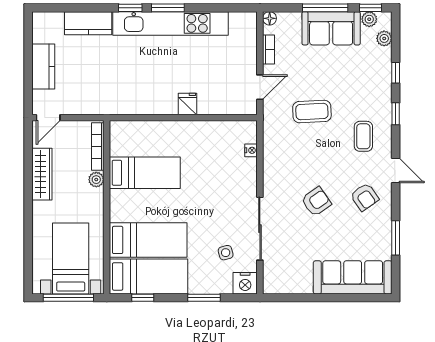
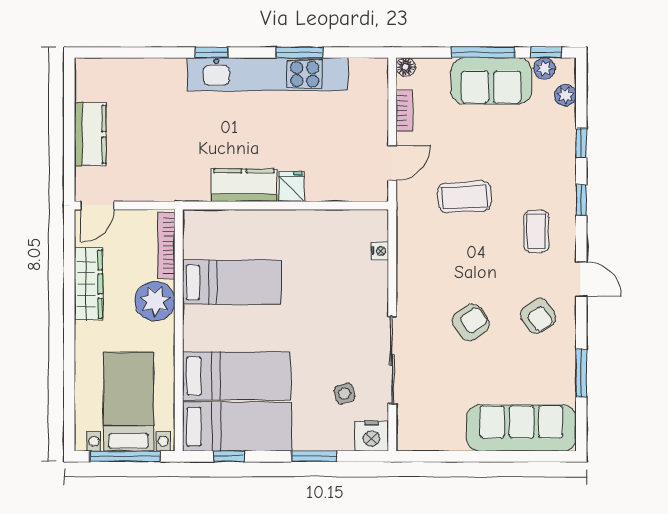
window: (168, 8) -> (299, 52), moved
kitchen counter: (88, 23) -> (244, 185), moved, turned 180
plant: (96, 180) -> (155, 301), width x1.87, depth x1.87

